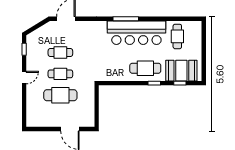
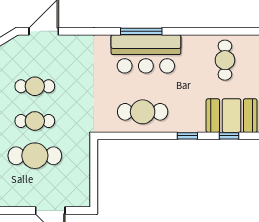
bar counter: (136, 33) -> (146, 54), width x0.73
cafe table: (145, 68) -> (143, 112), moved

